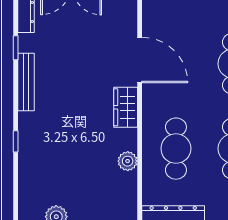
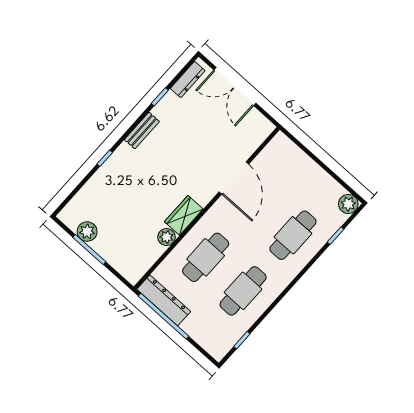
bench: (26, 82) -> (142, 131), width x0.73
wardrobe: (126, 107) -> (184, 215), moved

